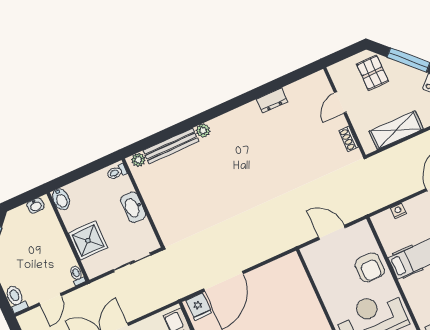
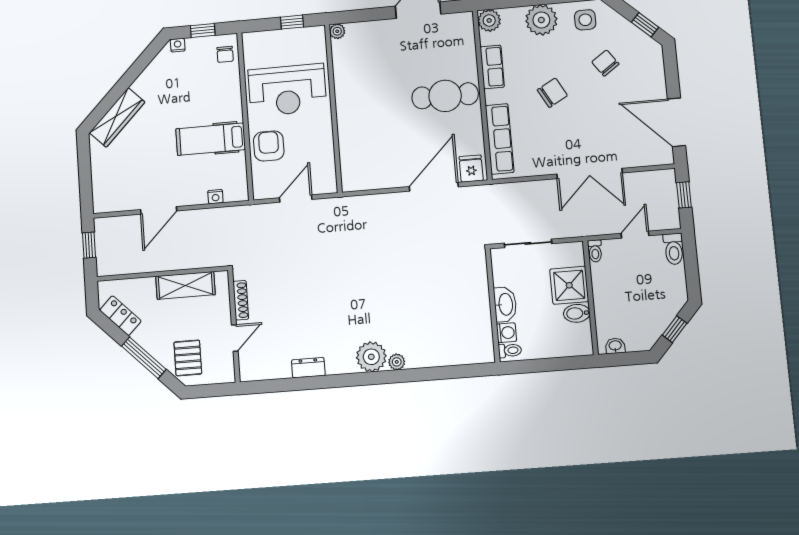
shoe rack: (349, 139) -> (241, 300), width x1.43
bench: (171, 146) -> (439, 358), removed
plant: (138, 160) -> (371, 357), moved, width x1.87, depth x1.87
washing machine: (124, 185) -> (506, 333), added
bidet: (61, 199) -> (577, 313), moved, turned -90
door: (332, 232) -> (296, 199), swing flipped

